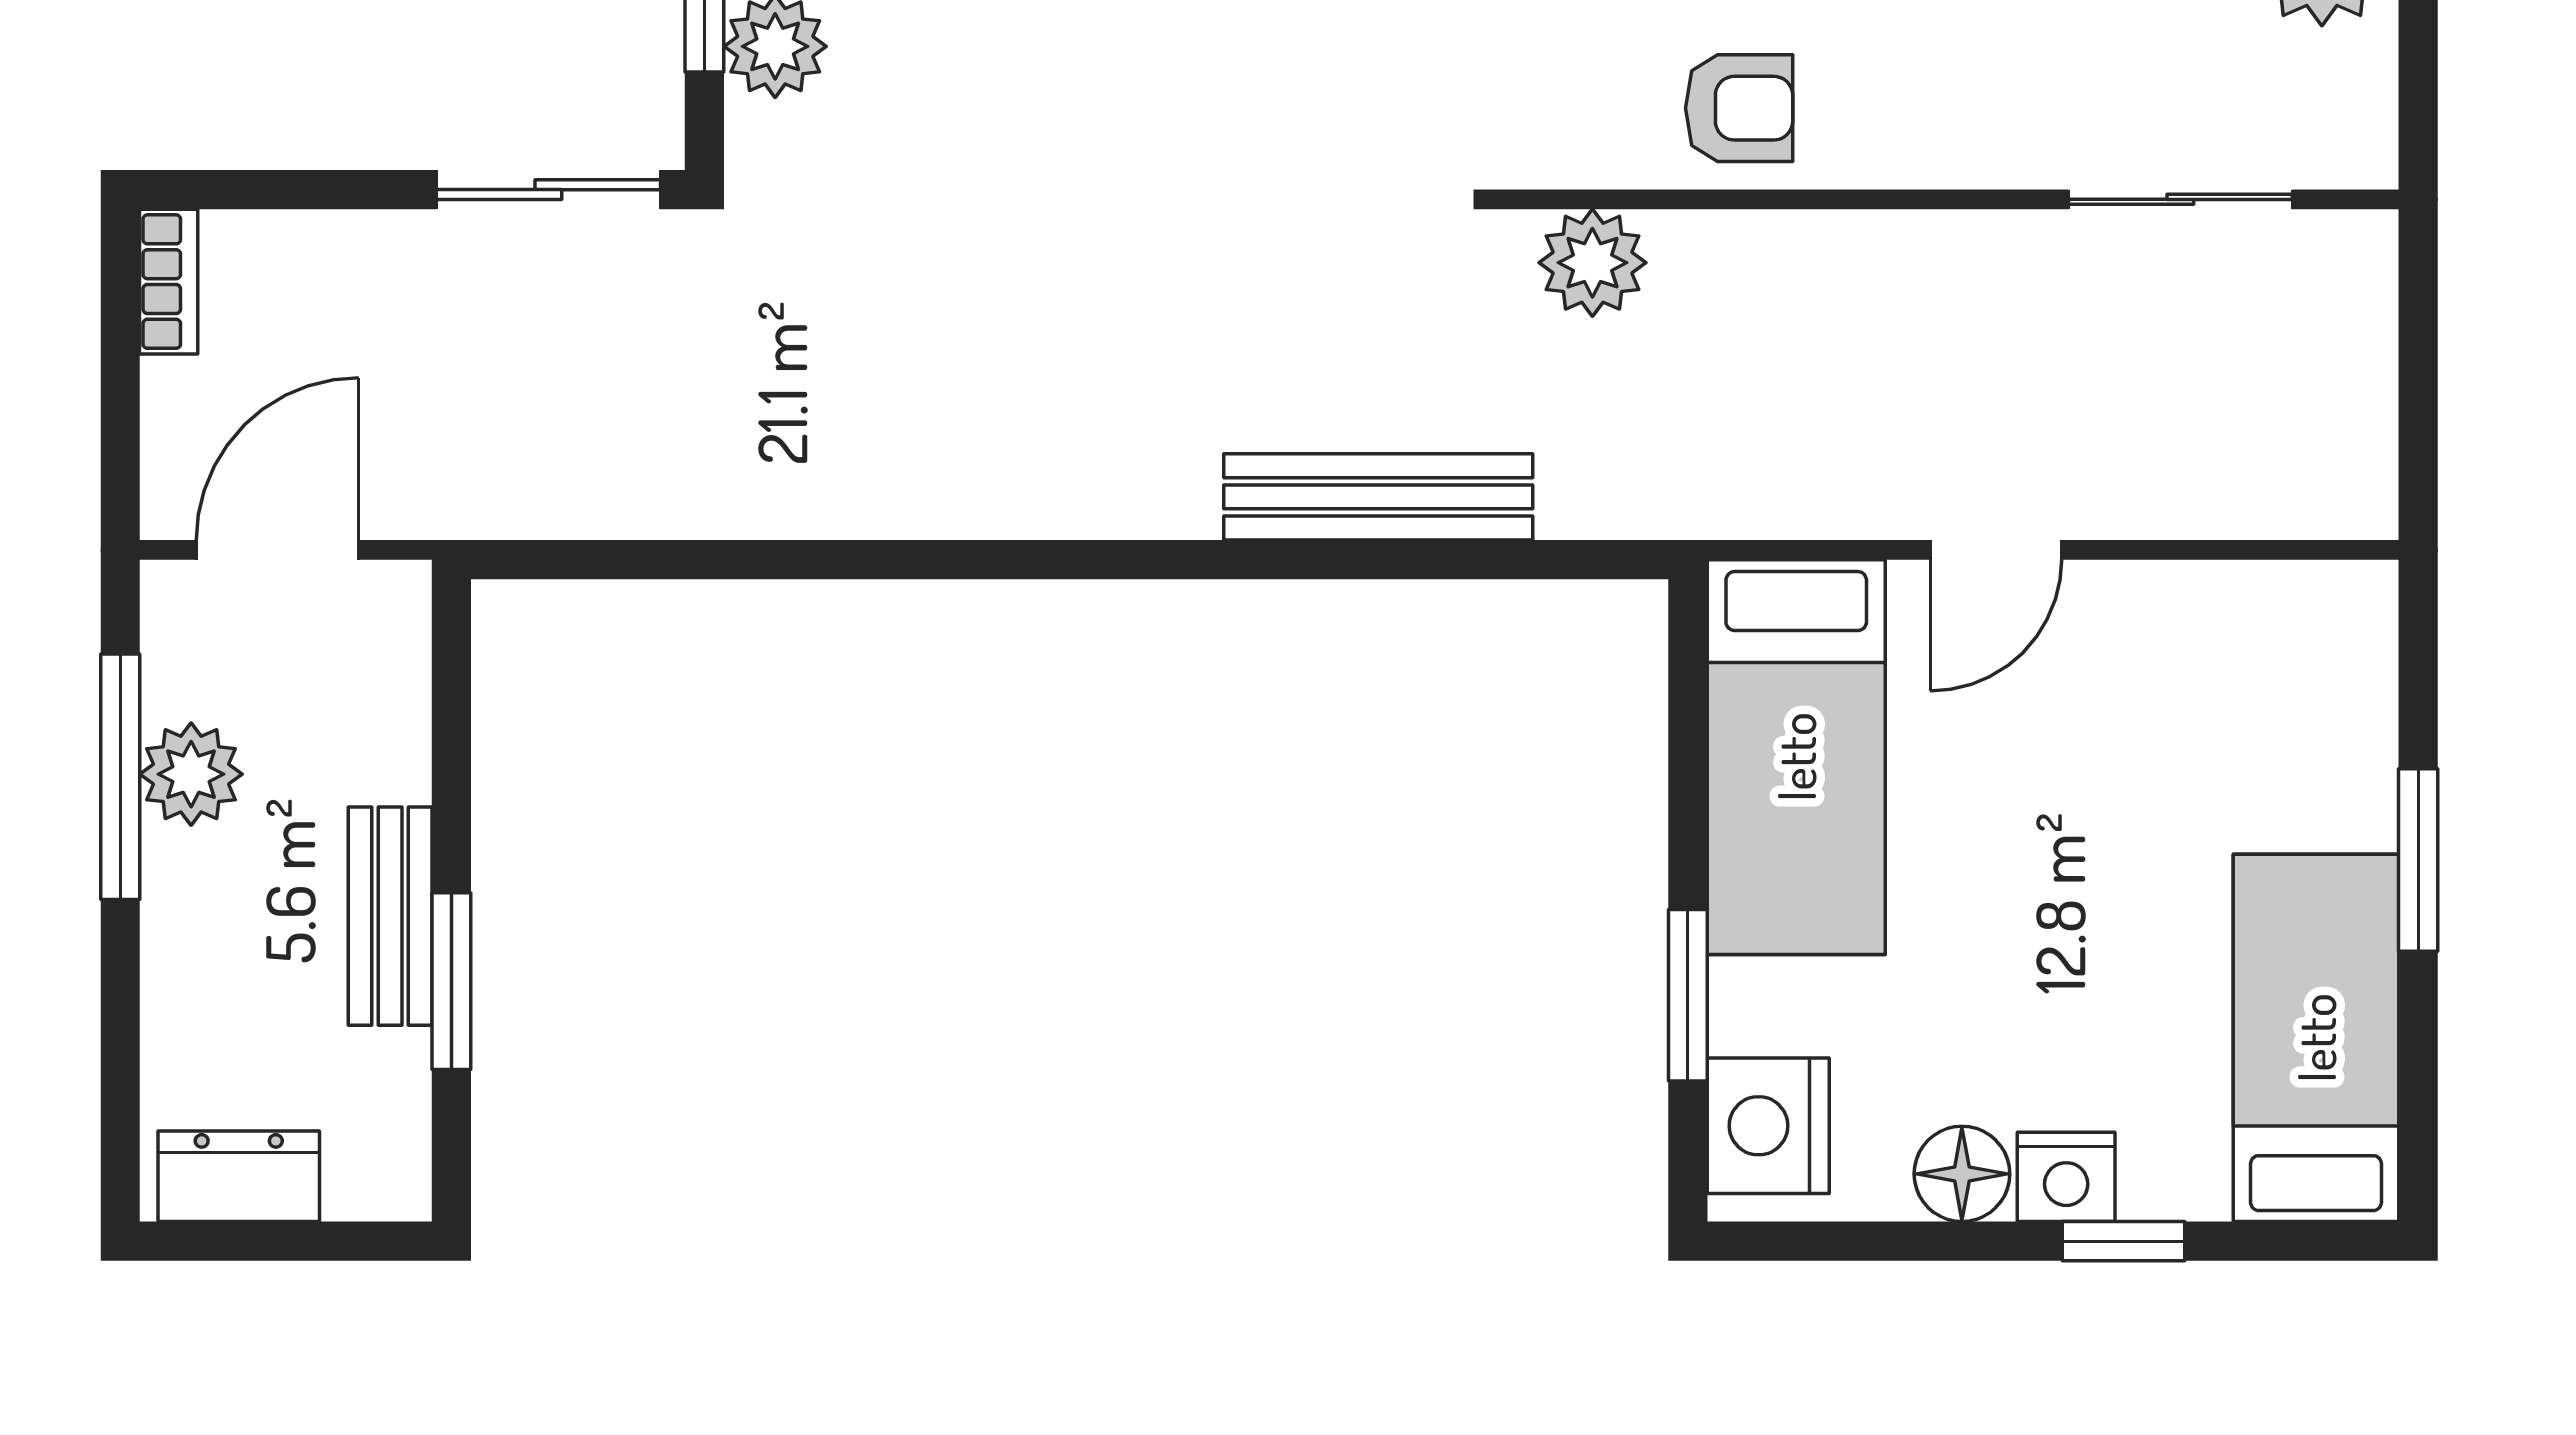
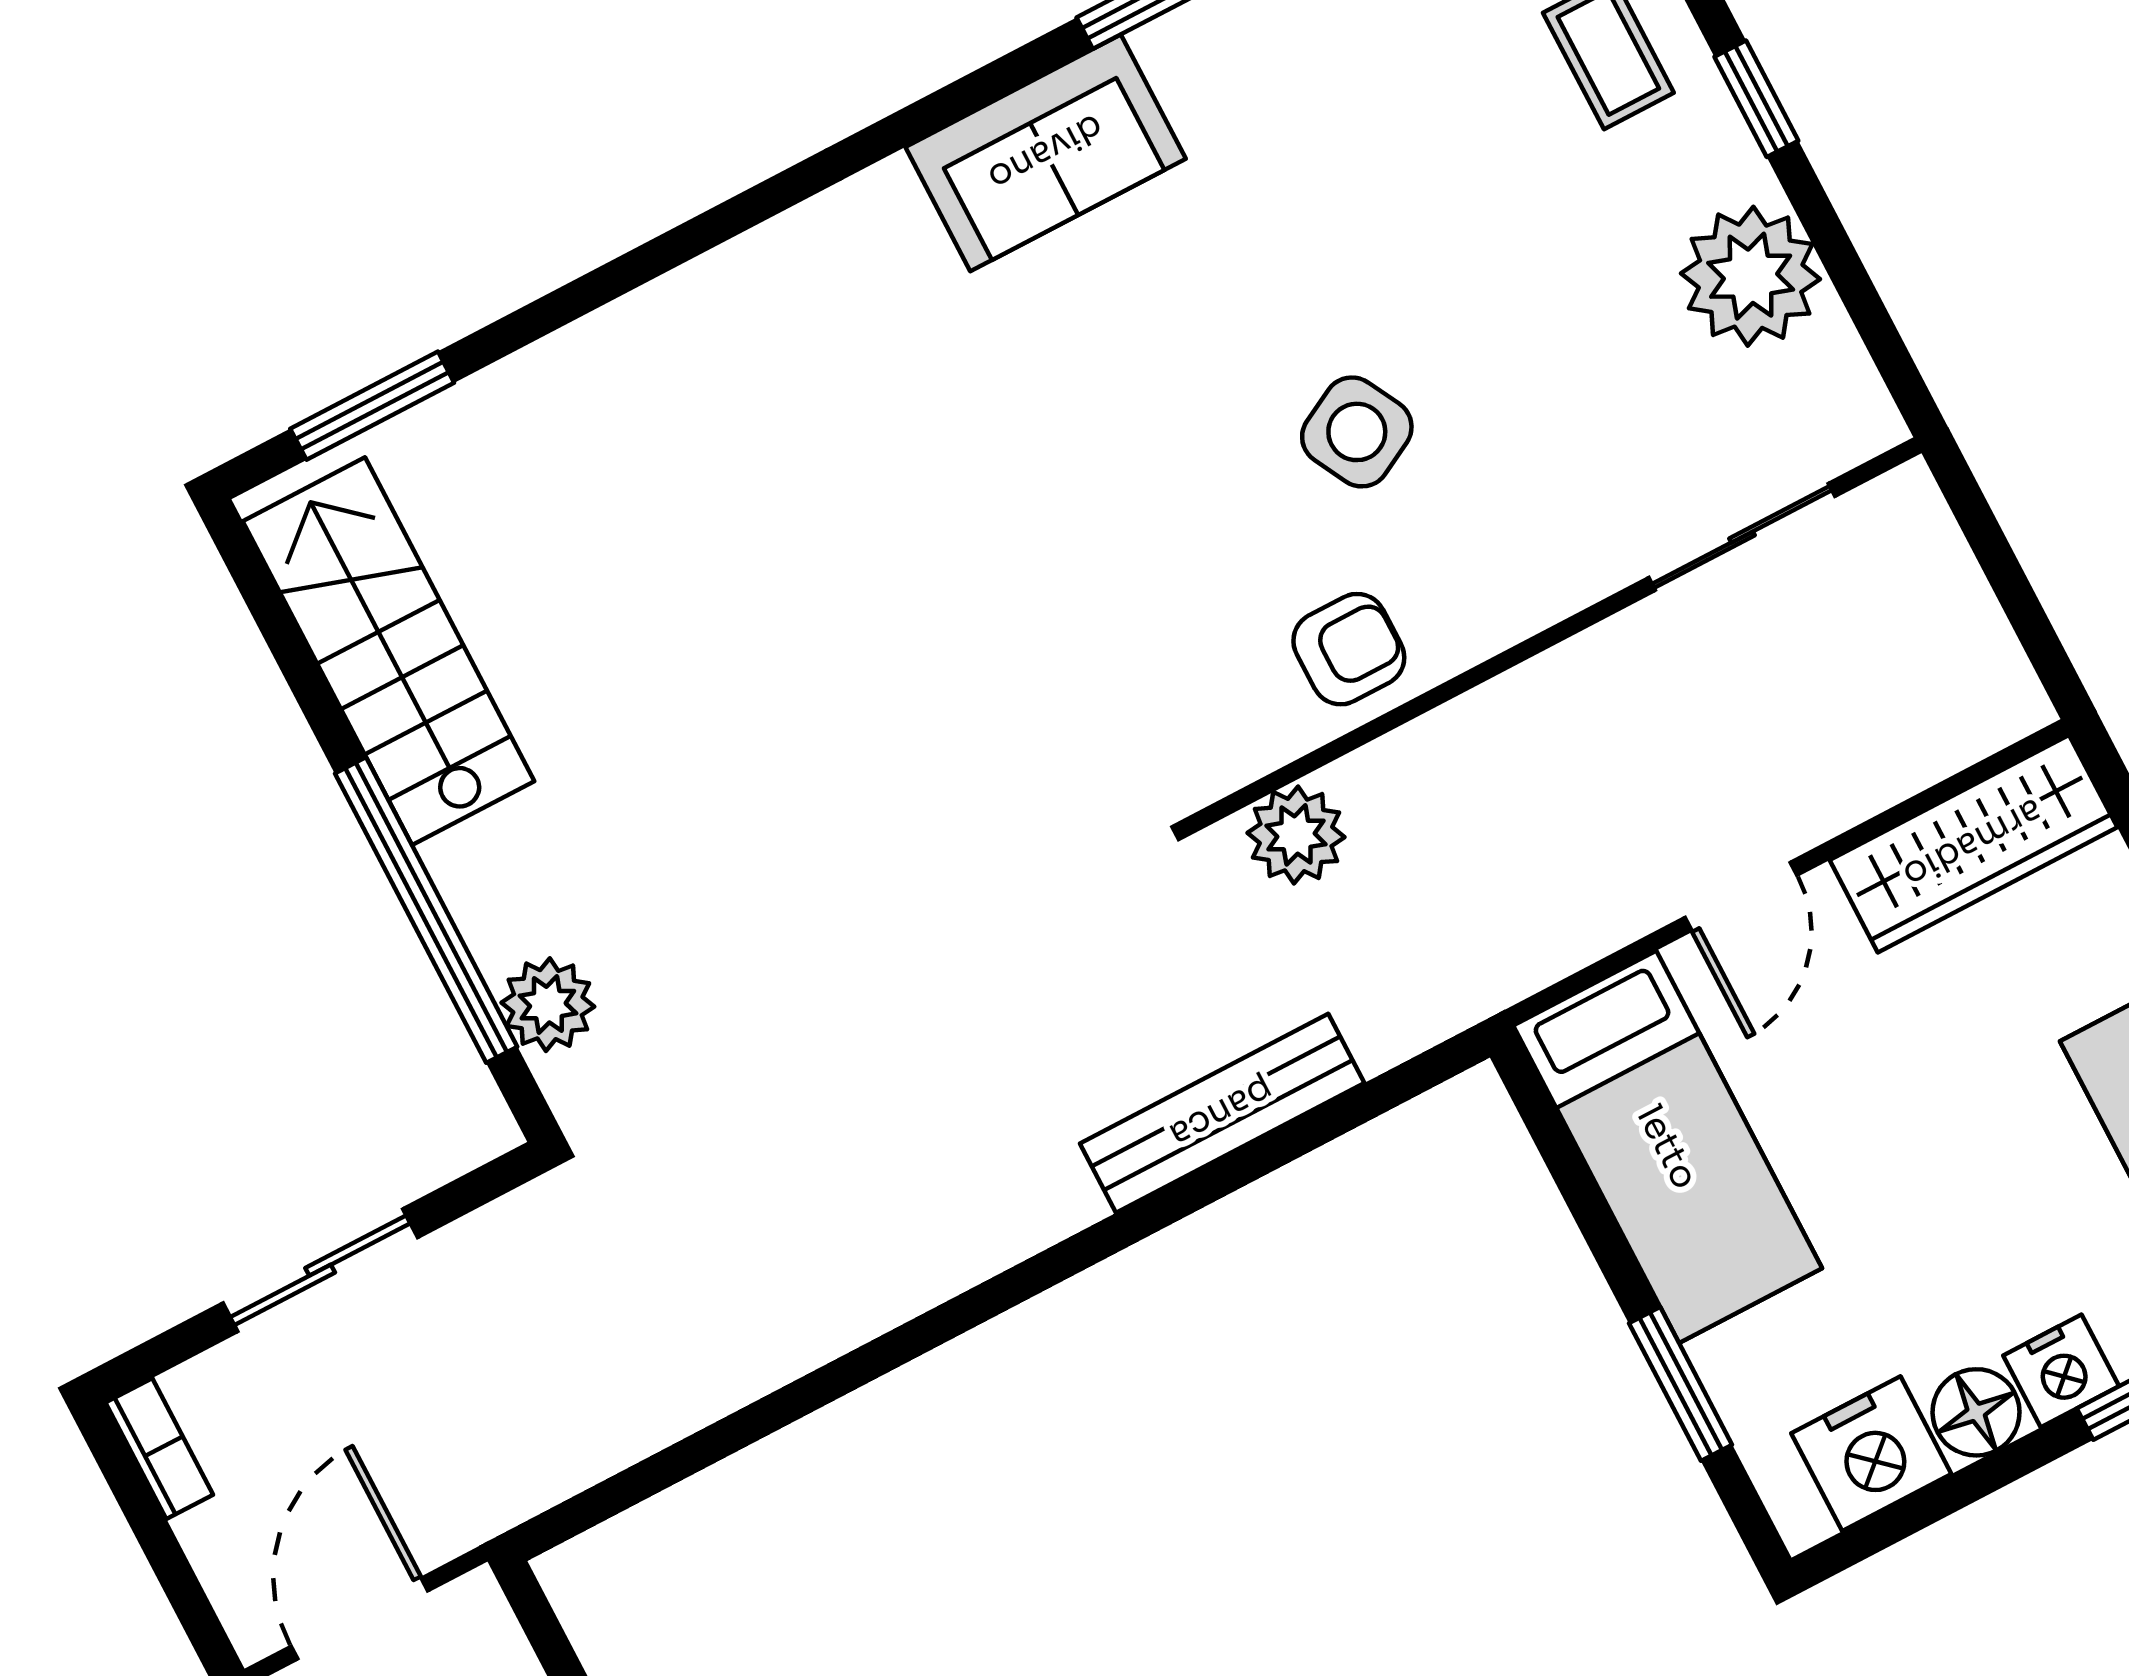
sliding door: (548, 190) -> (320, 1270), moved
wardrobe: (2250, 617) -> (1973, 844), added
nightstand: (1768, 1126) -> (1871, 1454), moved, turned -90

